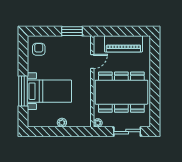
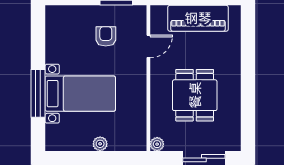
armchair: (39, 49) -> (106, 36), moved
dining table: (121, 92) -> (195, 95), width x0.53, depth x0.80

